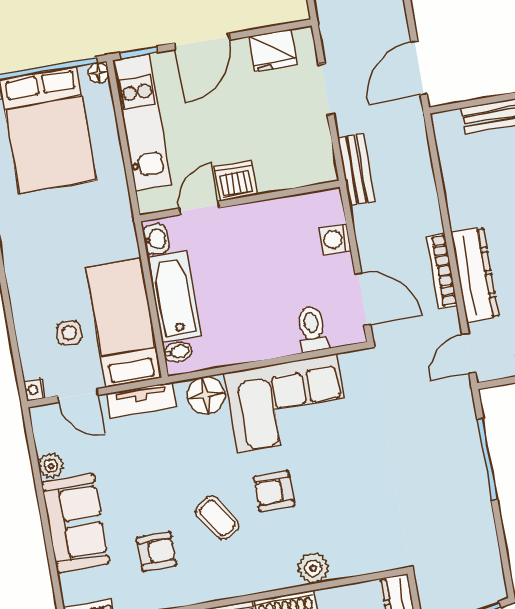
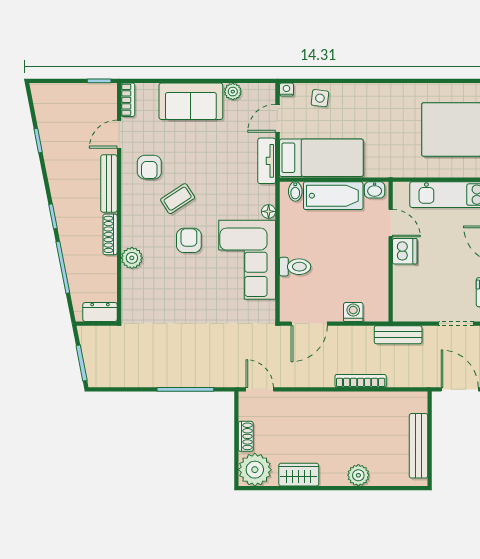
bookcase: (442, 271) -> (361, 381), moved
dresser: (475, 275) -> (312, 403), removed
toilet: (312, 329) -> (295, 267), moved
side table: (69, 333) -> (320, 98), moved
floor lamp: (206, 395) -> (269, 211), width x0.53, depth x0.53
armchair: (156, 552) -> (149, 167), moved

